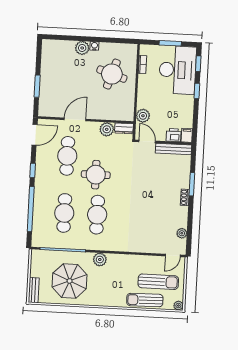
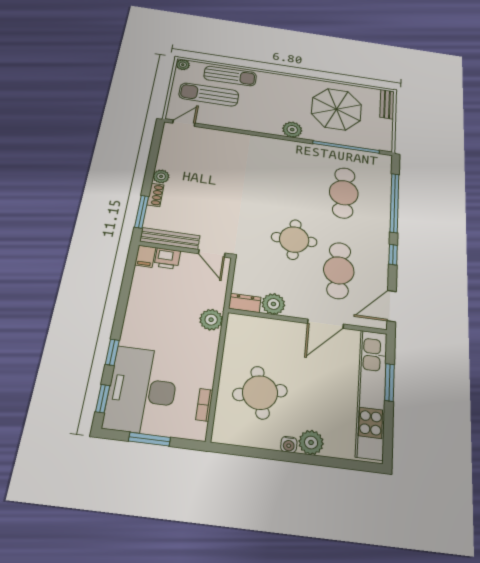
round table: (112, 74) -> (260, 393), turned -31
kitchen unit: (48, 79) -> (372, 393), added
printer: (174, 135) -> (167, 258), moved
filing cabinet: (187, 135) -> (145, 256), moved
door: (147, 141) -> (212, 253), moved
wall: (163, 142) -> (186, 250), moved
bench: (173, 149) -> (170, 239), moved
cafe table: (97, 215) -> (294, 186), removed
plant: (182, 233) -> (161, 176), moved

